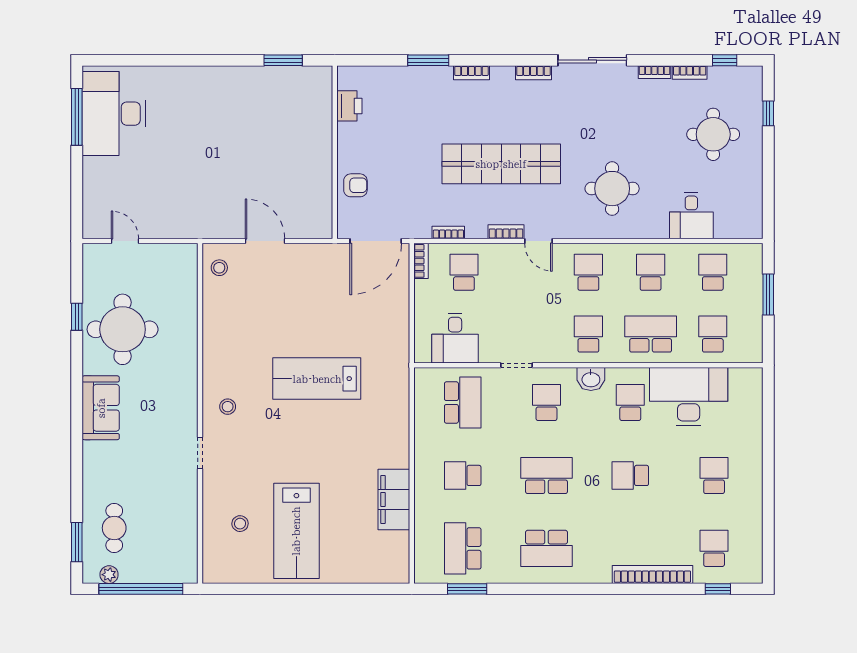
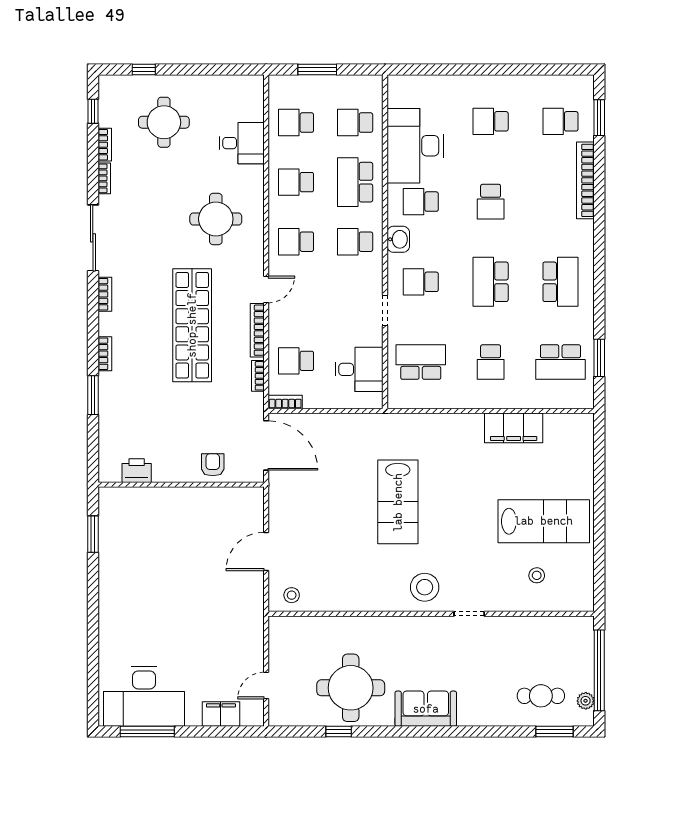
filing cabinet: (95, 194) -> (221, 714), added
bookcase: (506, 232) -> (257, 330), width x1.56
stool: (228, 407) -> (425, 587), width x1.89, depth x1.89
window: (718, 589) -> (599, 118), width x1.50

